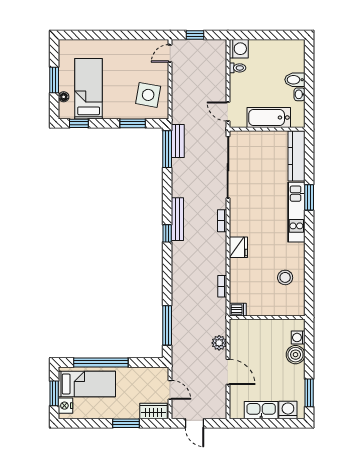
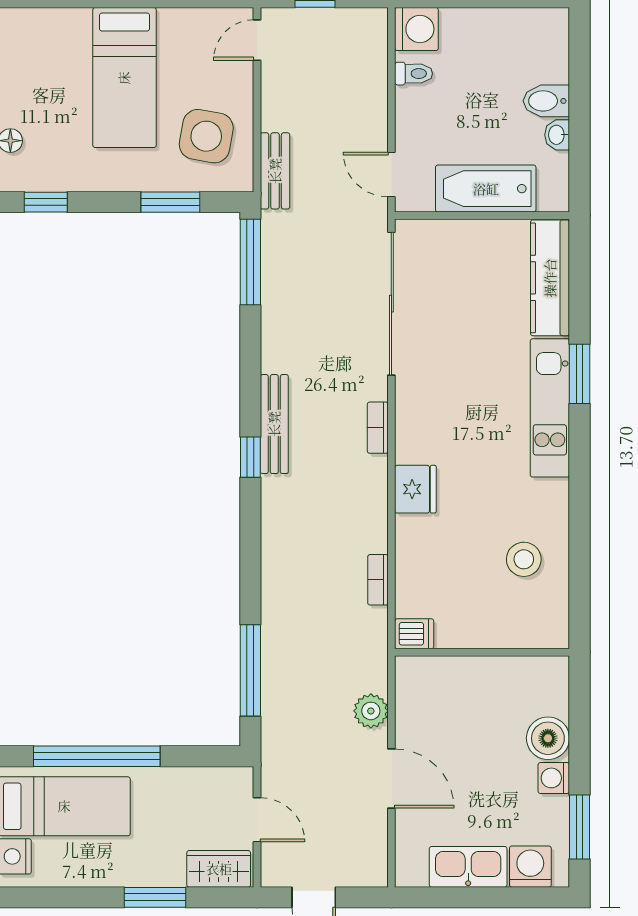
bed: (89, 89) -> (124, 78), moved, turned 180
bench: (178, 141) -> (275, 171), moved
washing machine: (298, 337) -> (554, 778), moved

